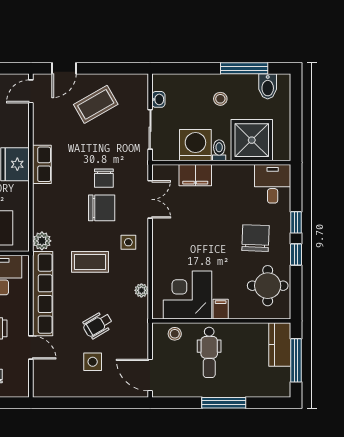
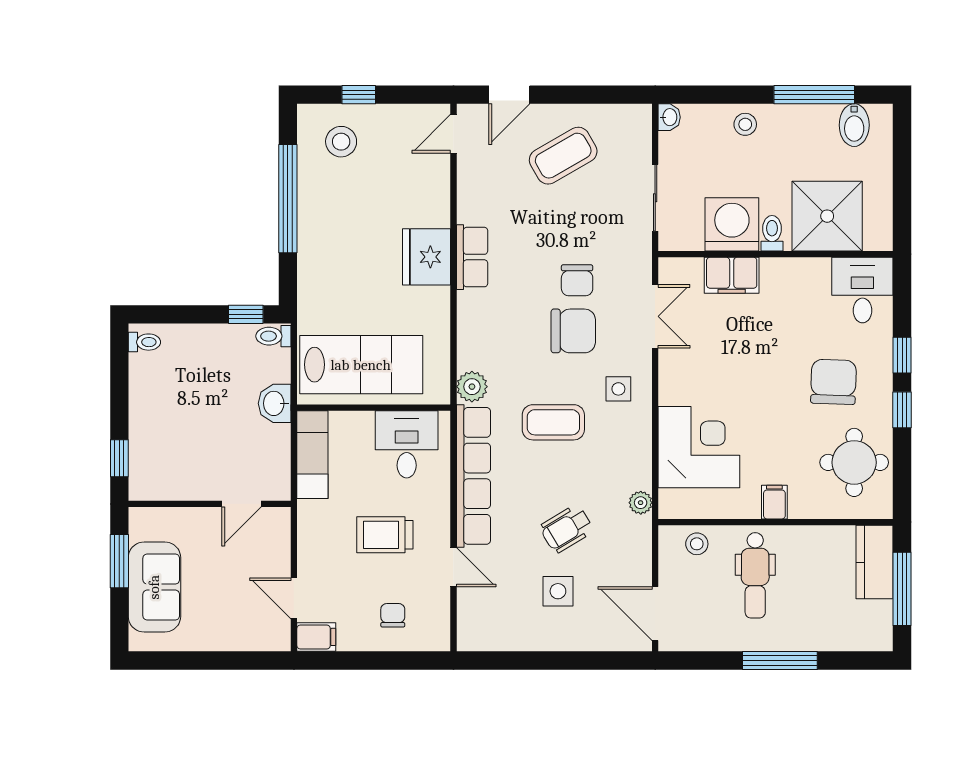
washbasin: (158, 99) -> (669, 117), moved
stool: (220, 99) -> (745, 124), moved
plant: (141, 290) -> (641, 503), moved
corner desk: (188, 295) -> (699, 447), moved, turned 90

